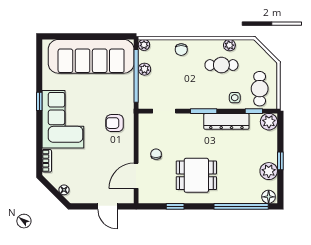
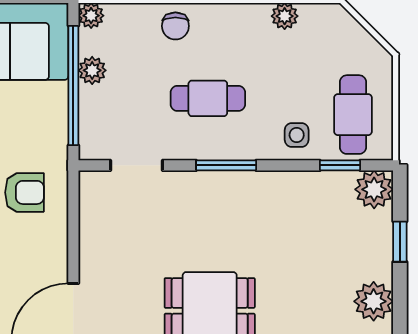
cafe table: (221, 65) -> (208, 98), moved
dresser: (226, 121) -> (278, 189), removed
armchair: (115, 123) -> (24, 192), turned 180
chair: (156, 154) -> (118, 263), removed
window: (280, 161) -> (400, 242), moved

